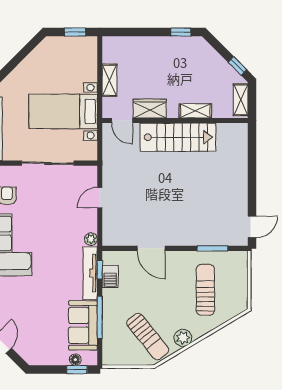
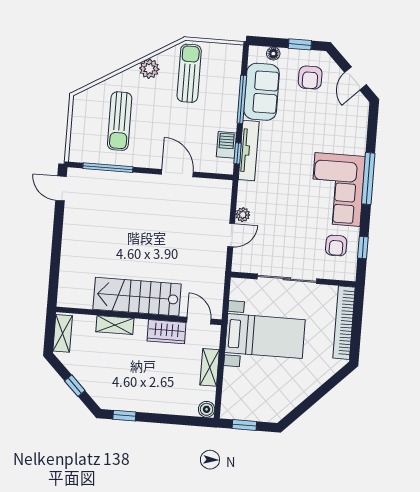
boiler: (109, 43) -> (207, 409), added
window: (237, 66) -> (75, 386), moved
door: (252, 227) -> (61, 188), hinge flipped
plant: (91, 239) -> (243, 215), moved
window: (212, 248) -> (108, 168), width x1.44
sun lounger: (148, 337) -> (189, 73), turned 39
armchair: (41, 341) -> (310, 78), added
window: (77, 370) -> (300, 44), moved

